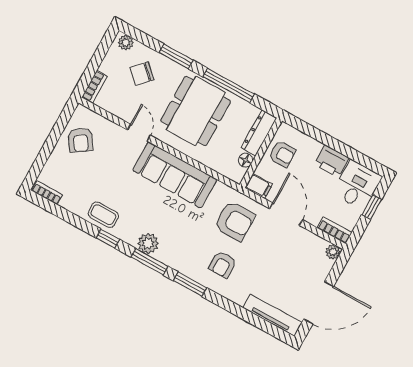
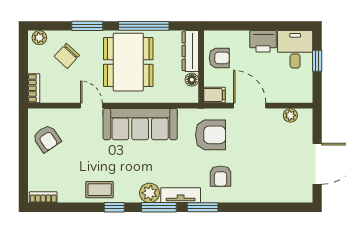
bookcase: (335, 230) -> (297, 97), removed
plant: (333, 252) -> (290, 115), moved
tv unit: (272, 315) -> (181, 195), moved, width x0.71

